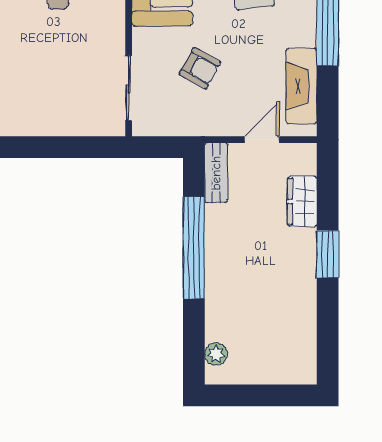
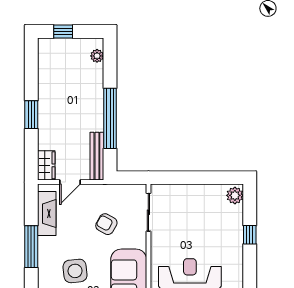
bench: (216, 173) -> (97, 156), width x1.36
wardrobe: (302, 201) -> (46, 165), moved
window: (274, 395) -> (63, 31), added

